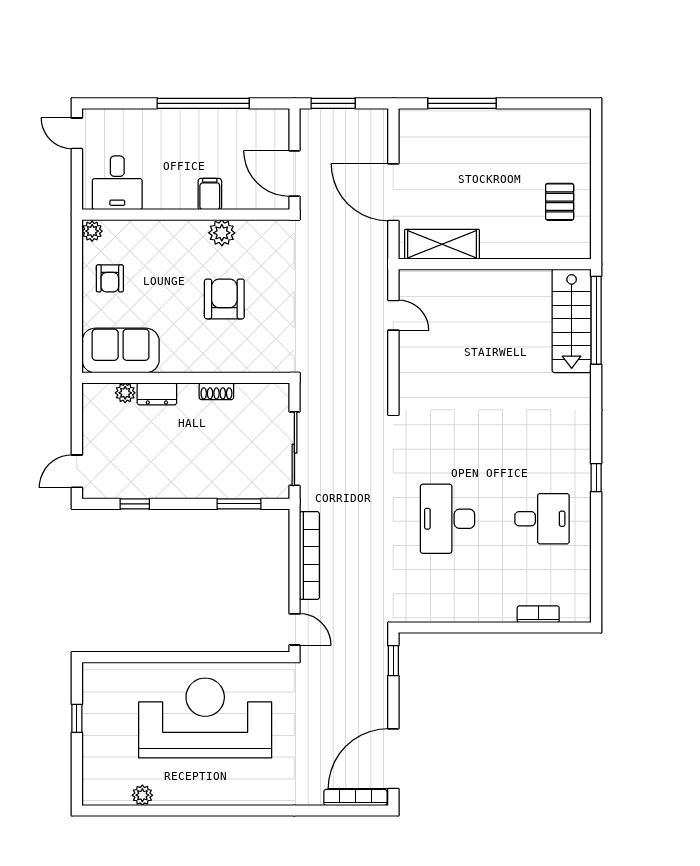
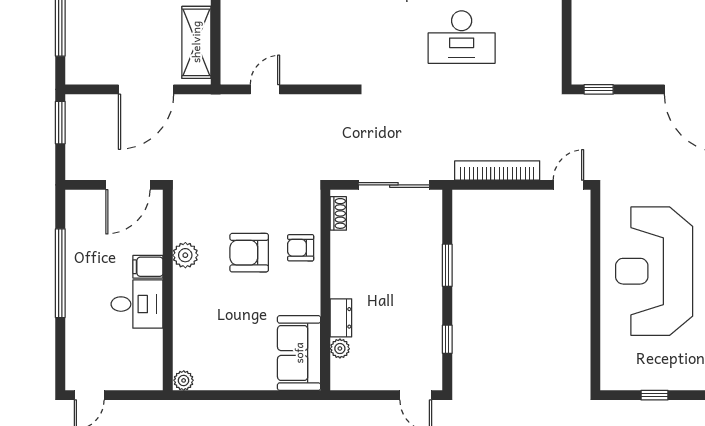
window: (333, 103) -> (60, 123), moved
desk: (117, 183) -> (137, 304), moved
armchair: (110, 278) -> (301, 248), moved, turned 180
shoe rack: (216, 391) -> (338, 213), moved
window: (239, 504) -> (447, 265), moved

